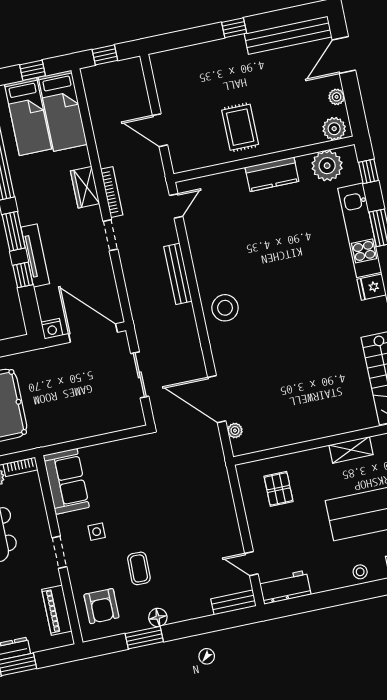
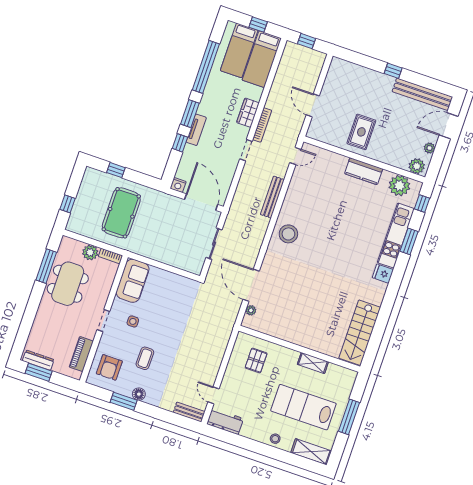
tv unit: (35, 255) -> (196, 130), width x0.71

